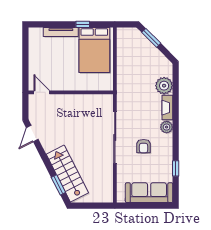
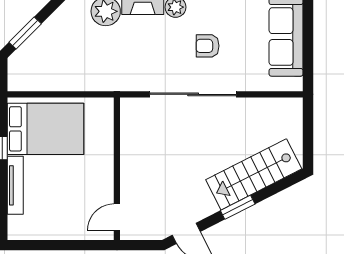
armchair: (144, 146) -> (208, 46), turned 180
window: (58, 185) -> (238, 207), moved

